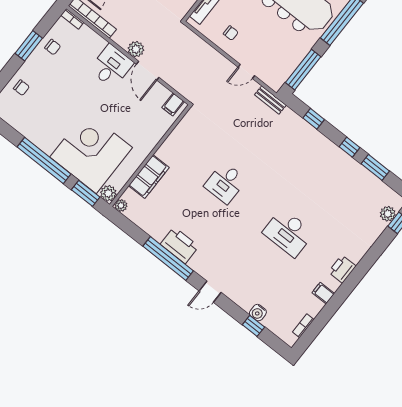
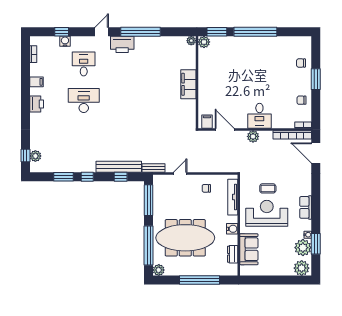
window: (29, 46) -> (316, 79), moved
door: (148, 71) -> (225, 129), moved
bench: (307, 131) -> (119, 167), added
corner desk: (91, 152) -> (232, 58), removed
filing cabinet: (149, 177) -> (188, 84), moved
desk: (225, 183) -> (84, 64), moved
printer: (180, 245) -> (122, 44), moved

